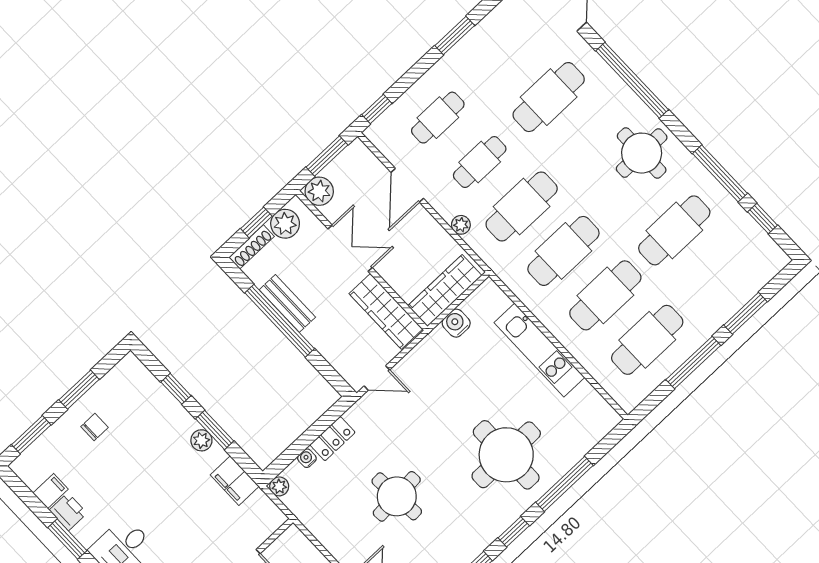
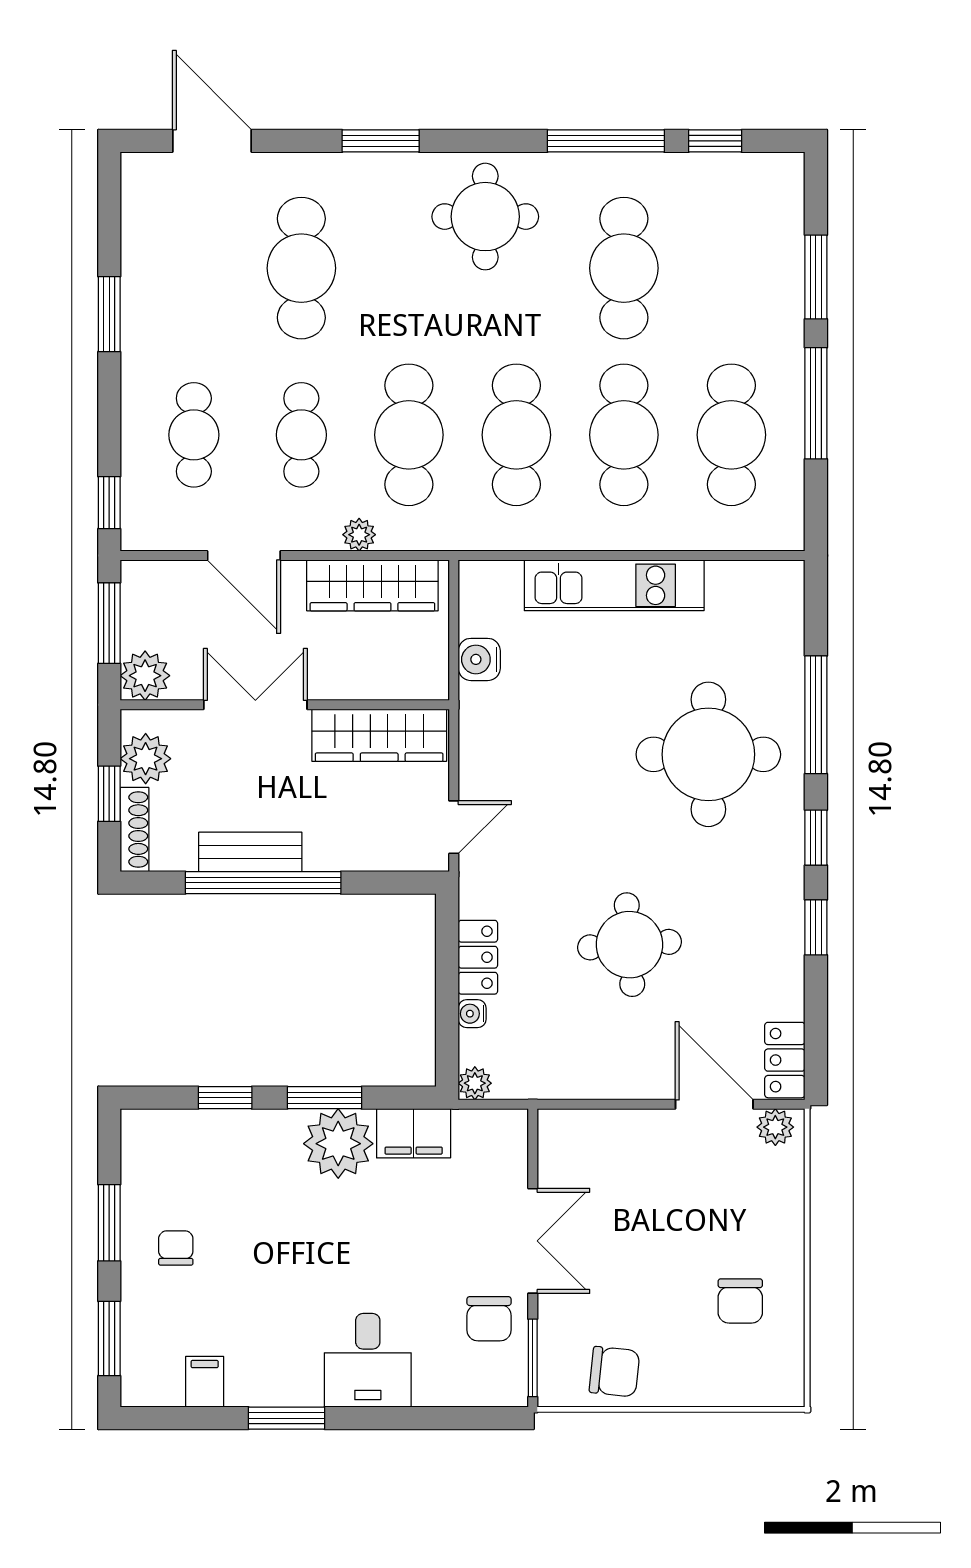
window: (632, 80) -> (381, 141), width x0.47
wardrobe: (445, 291) -> (372, 585), moved, turned -90
plant: (201, 440) -> (338, 1144), width x1.88, depth x1.88
printer: (68, 512) -> (252, 1384), removed

